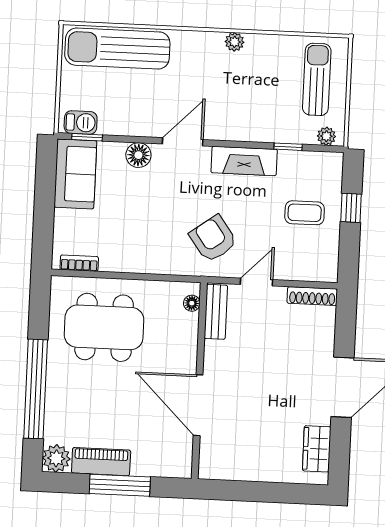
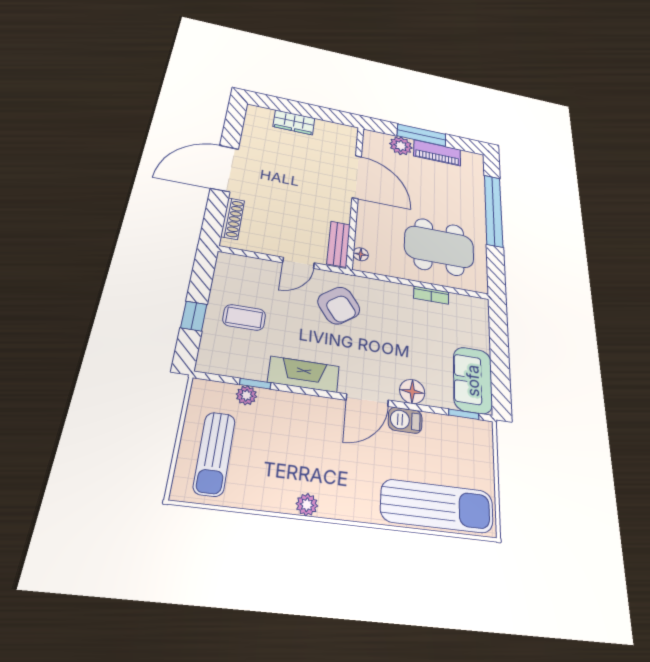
barbecue: (81, 122) -> (405, 420), moved
plant: (326, 136) -> (246, 395), moved
bookcase: (79, 263) -> (431, 295), moved
shoe rack: (312, 296) -> (233, 219), moved, turned 90
wardrobe: (317, 449) -> (294, 122), moved, turned 90
plant: (56, 458) -> (401, 146), moved

